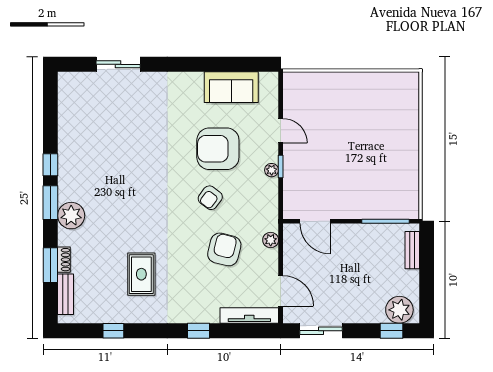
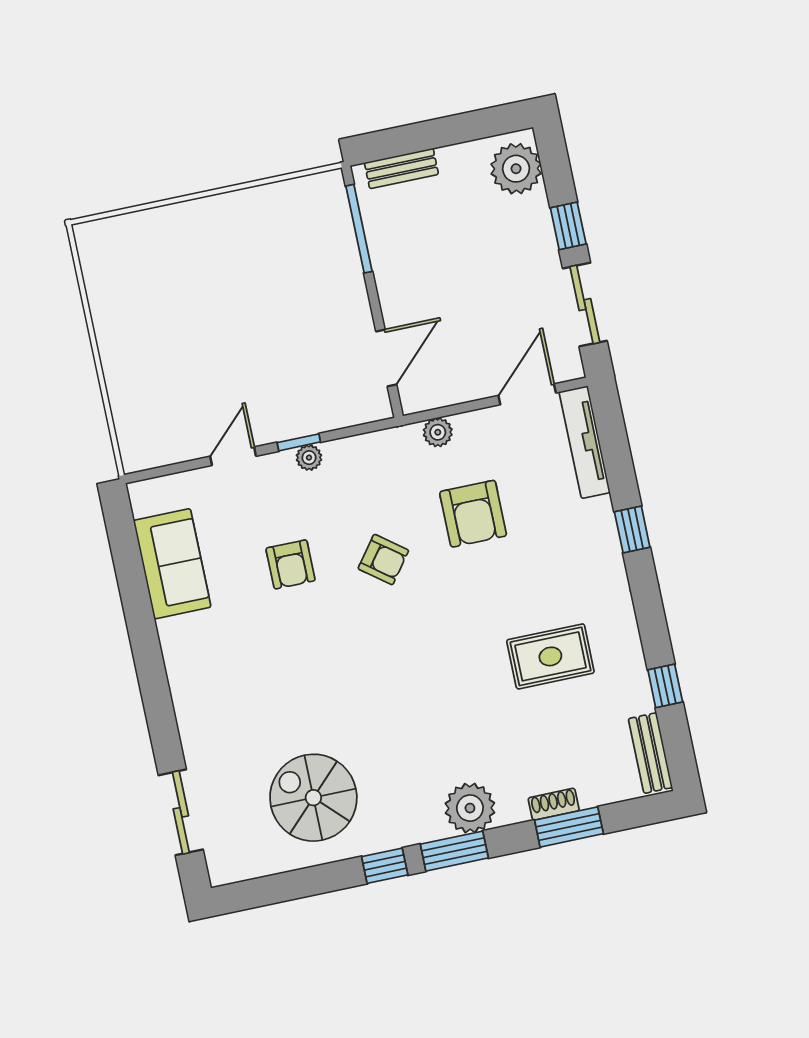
sliding door: (118, 64) -> (181, 812), moved
spiral stairs: (94, 135) -> (313, 798), added
armchair: (218, 149) -> (291, 564), width x0.53, depth x0.53
armchair: (224, 249) -> (473, 514), turned -104
bench: (66, 294) -> (650, 753), moved, turned 90
window: (391, 331) -> (568, 226), moved

